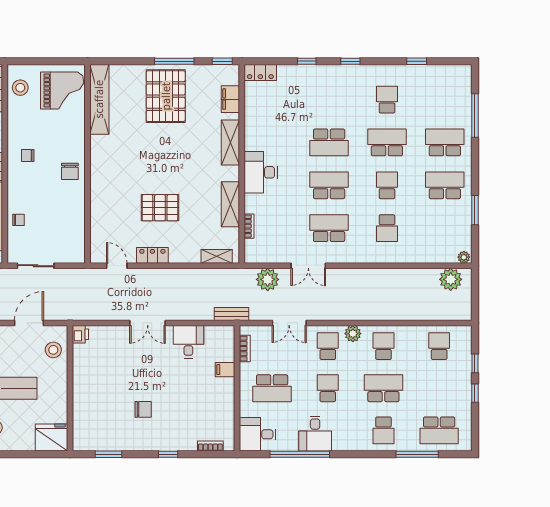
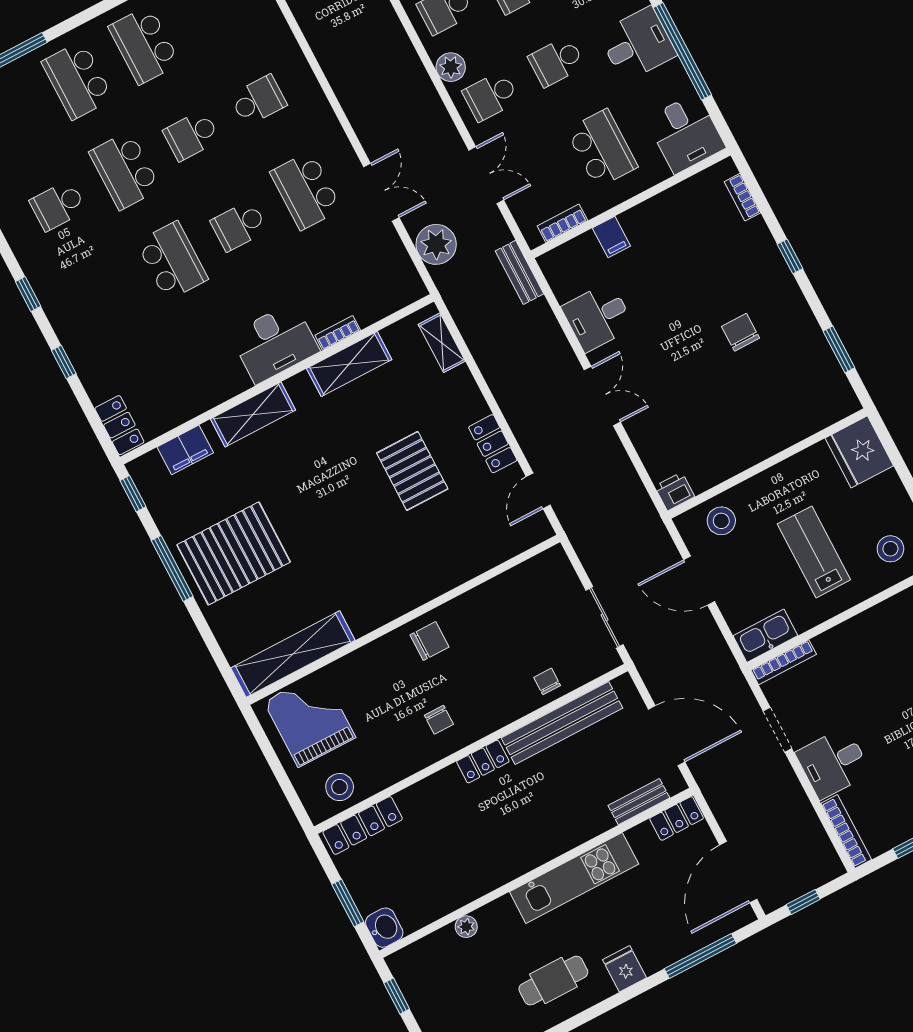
school desk: (329, 185) -> (239, 226), width x0.54
bookcase: (249, 226) -> (338, 333), moved

